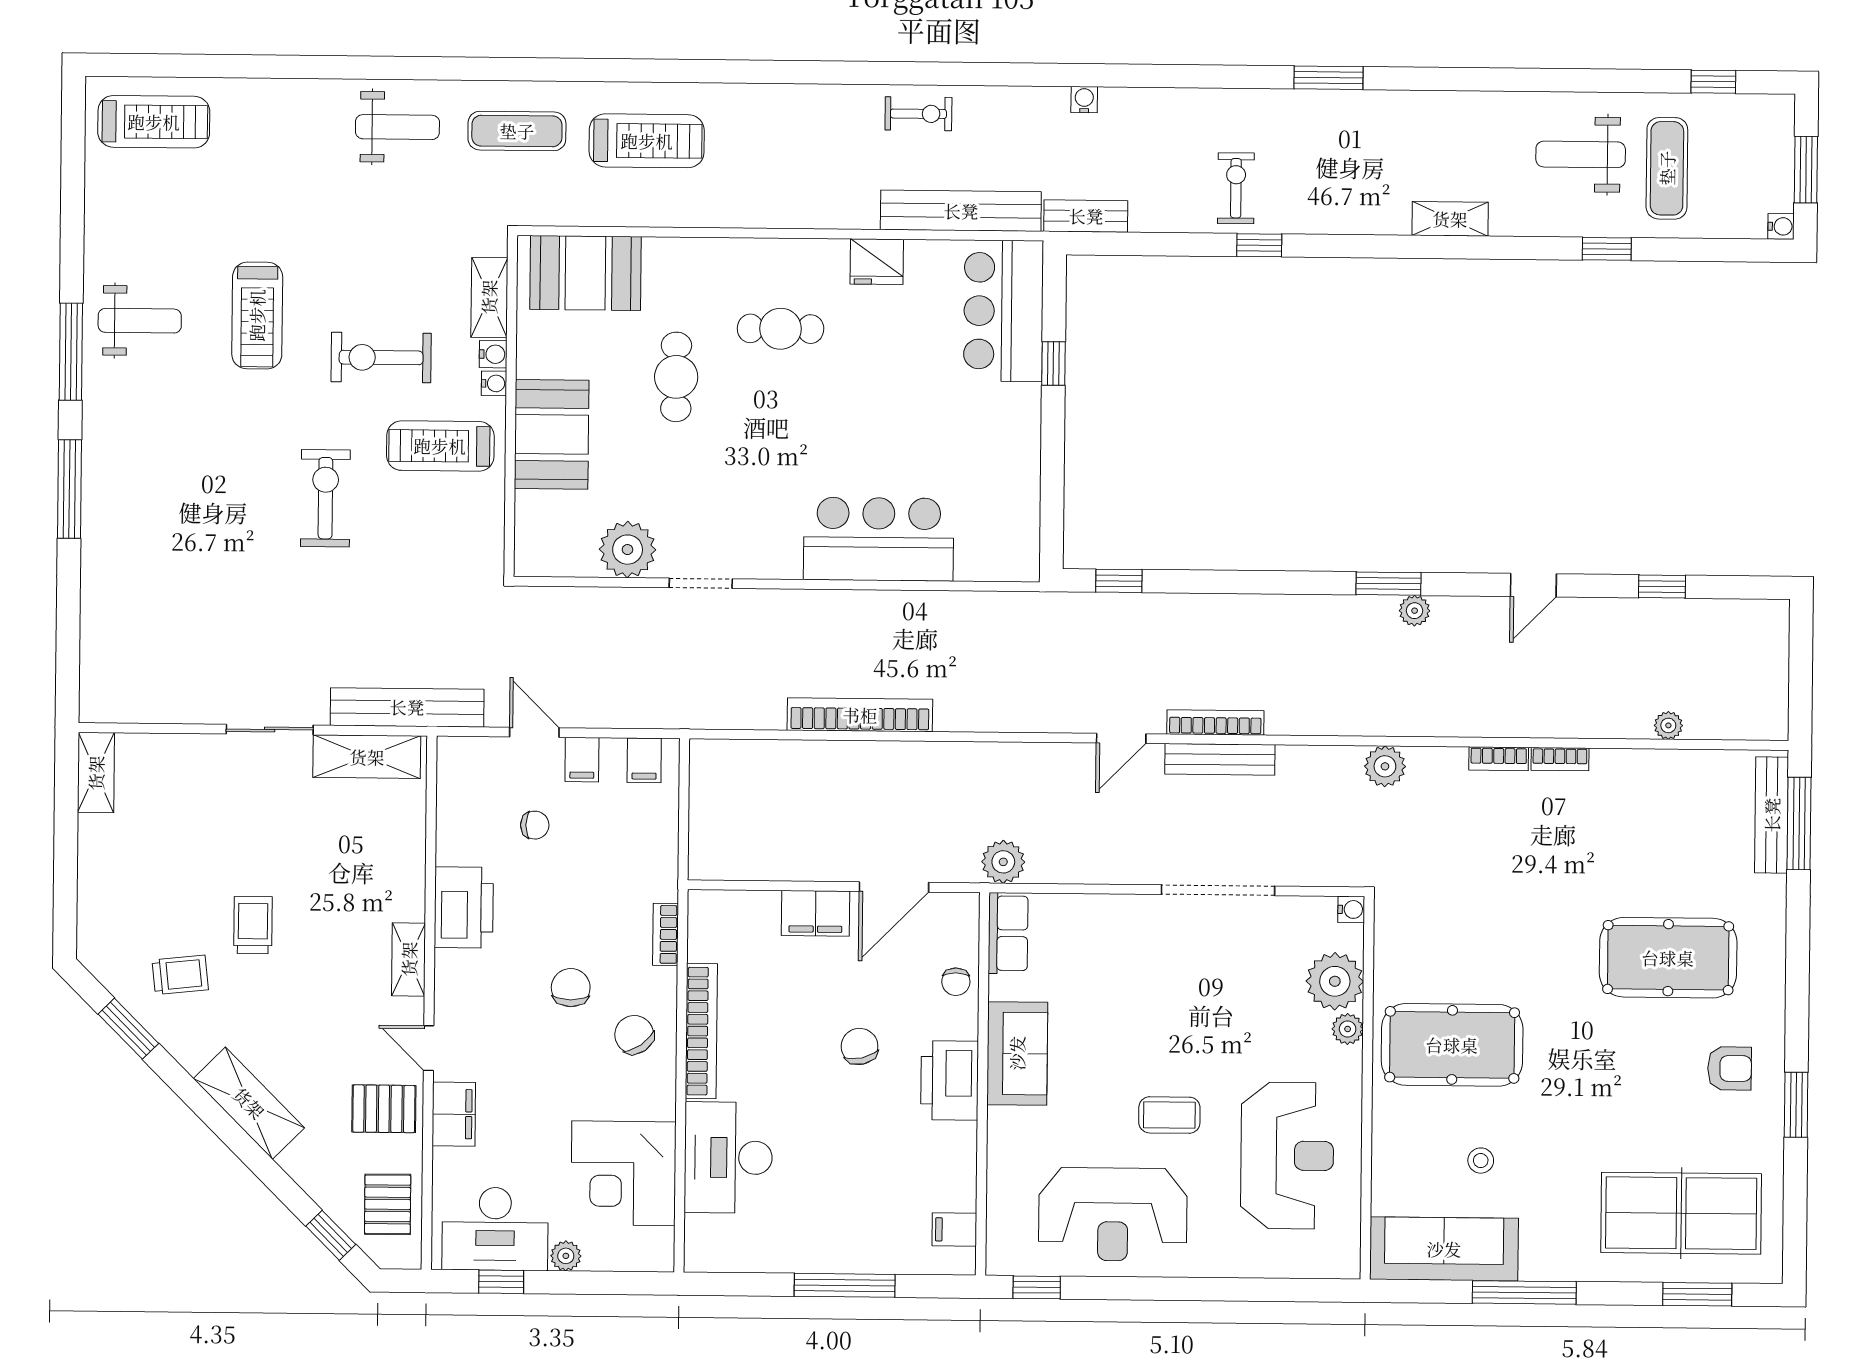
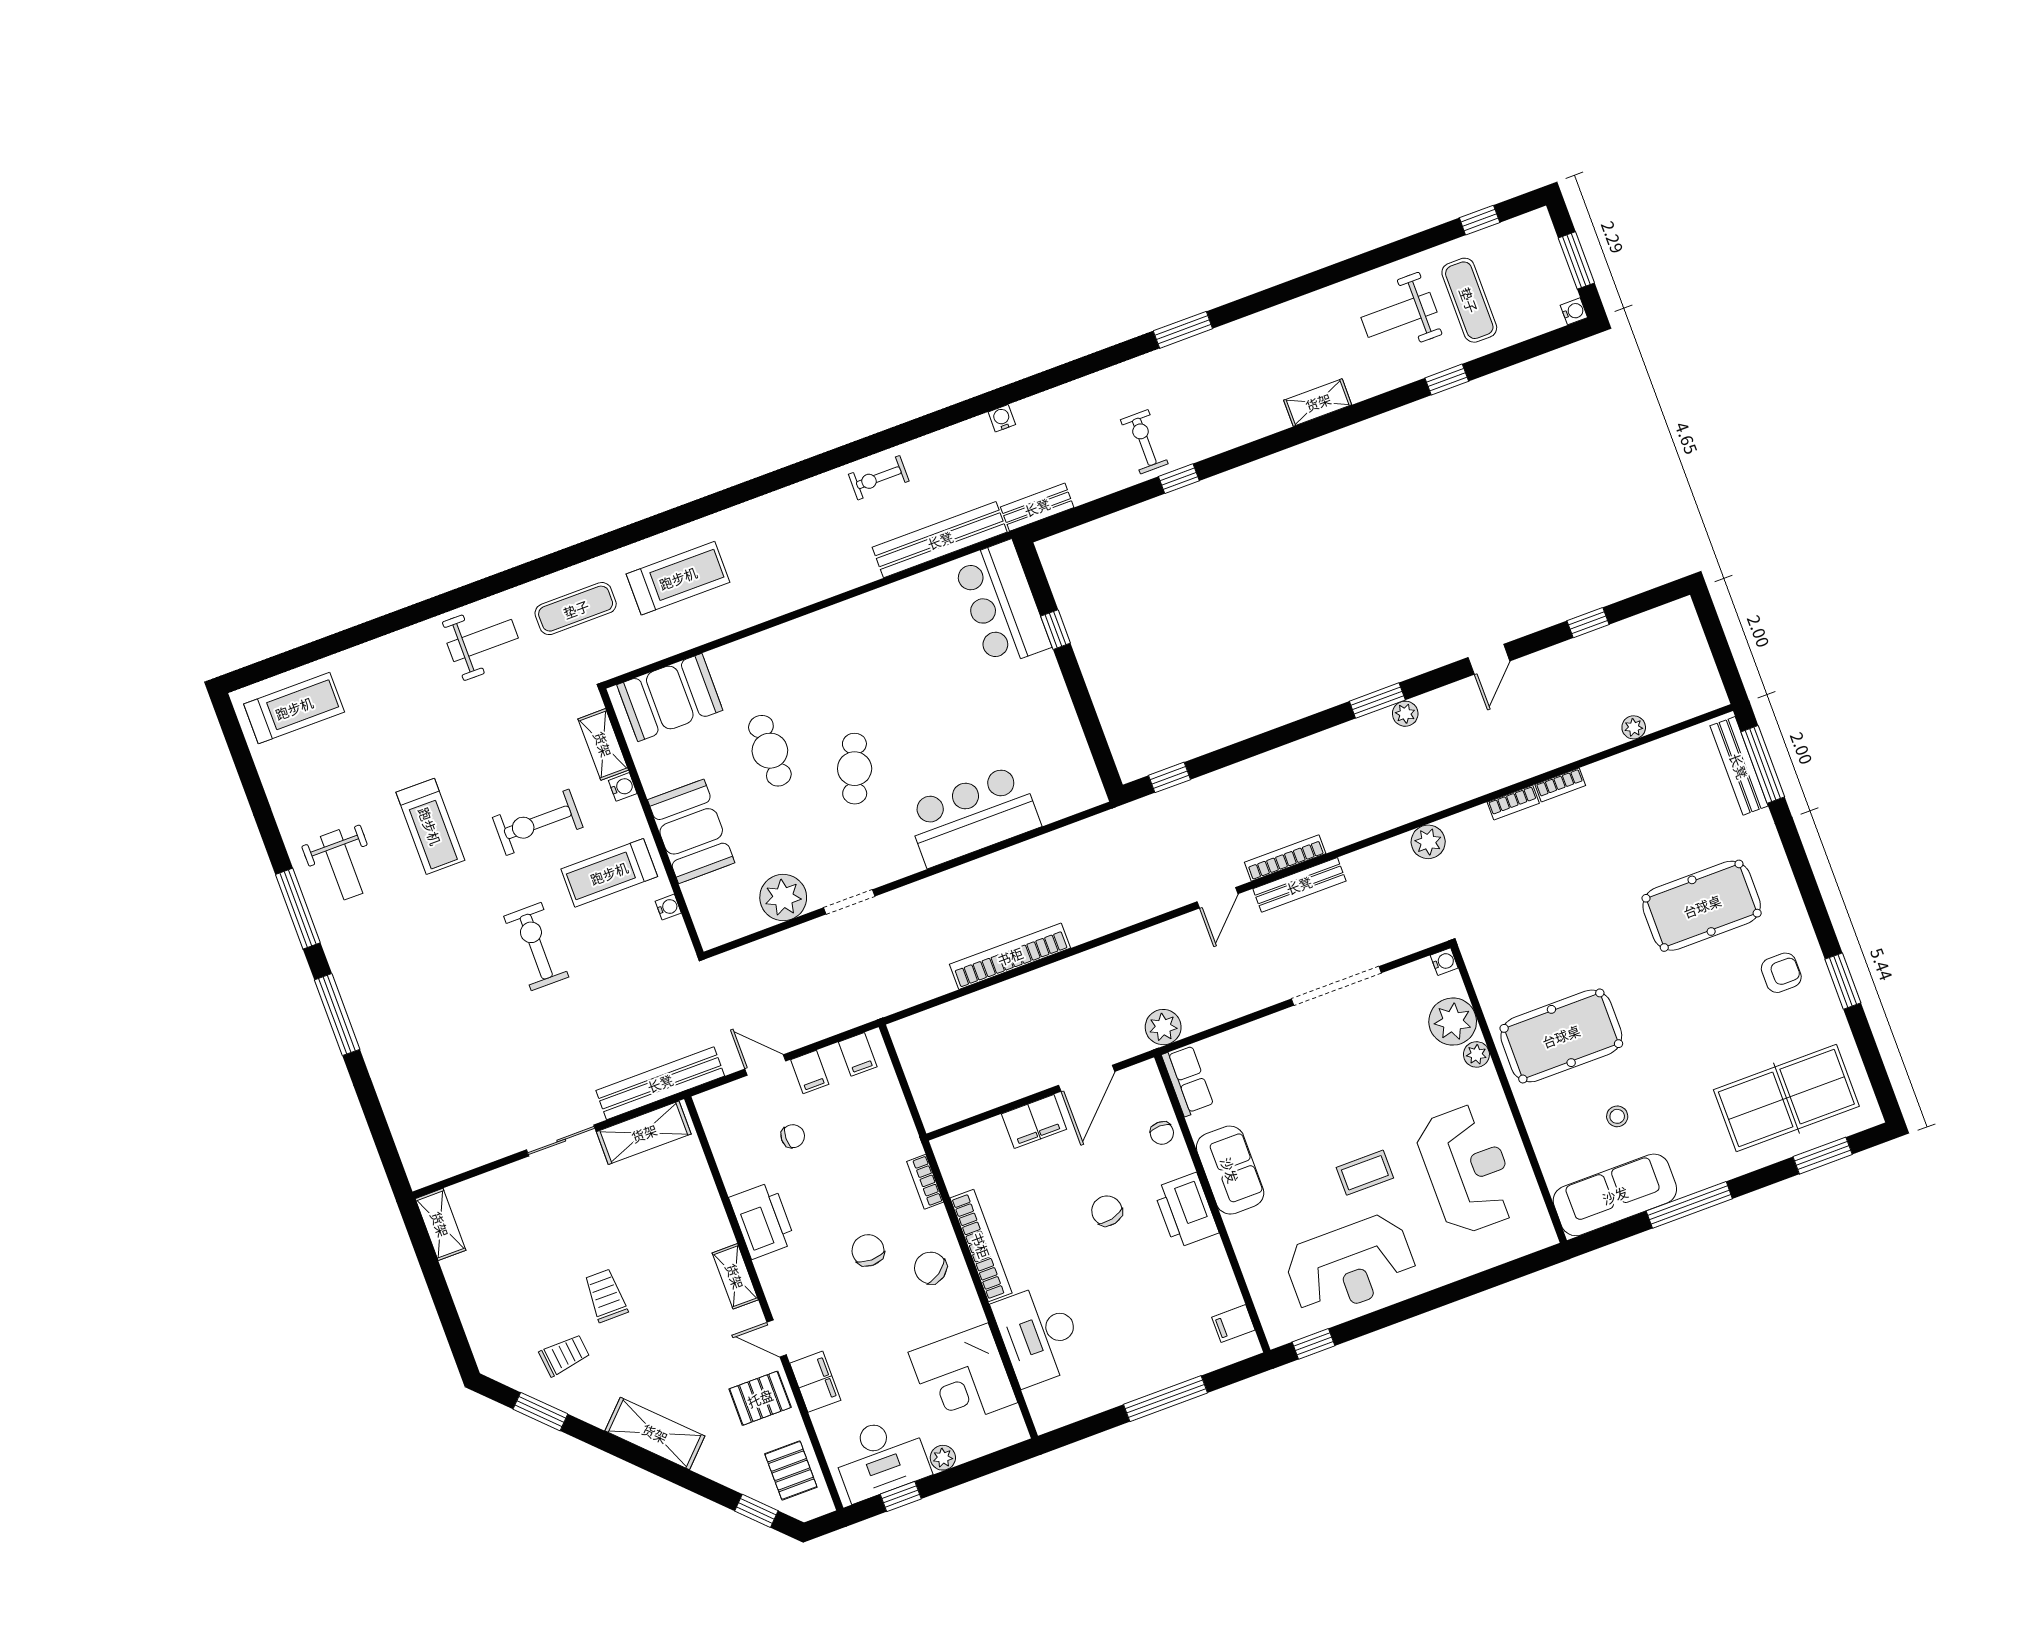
exercise bike: (918, 114) -> (879, 478), turned 180
fridge: (877, 262) -> (890, 603), removed
weight bench: (140, 321) -> (342, 865), turned 90
cafe table: (781, 329) -> (855, 769), moved, turned -70
water cooler: (494, 383) -> (668, 907), moved

